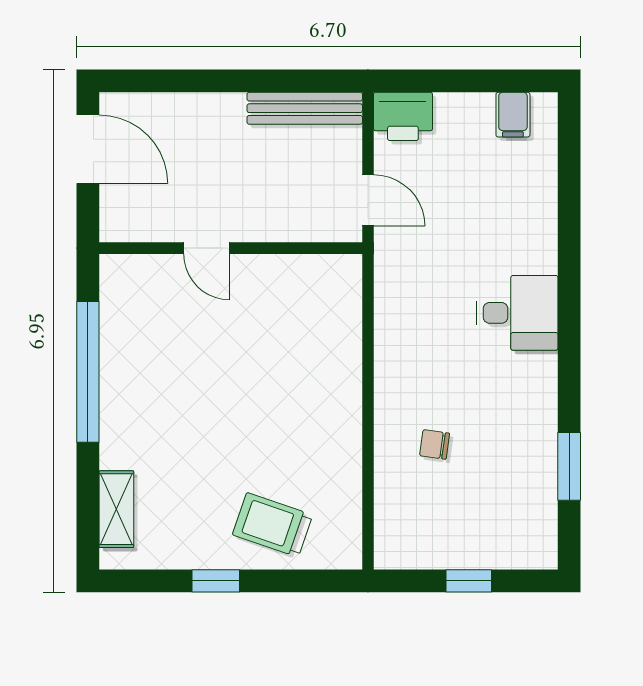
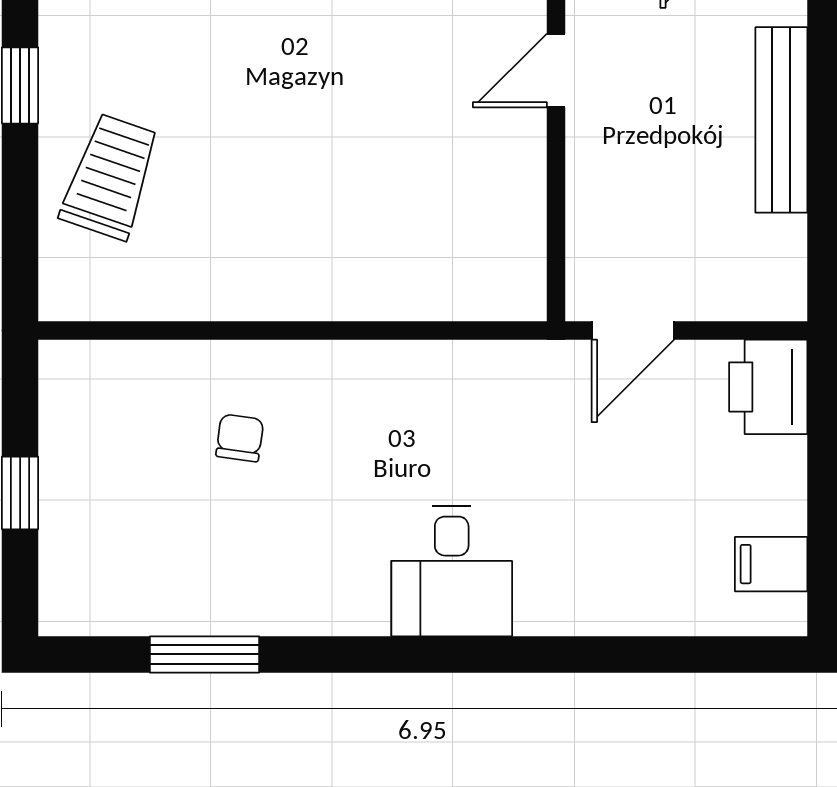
bench: (305, 108) -> (781, 120), moved

